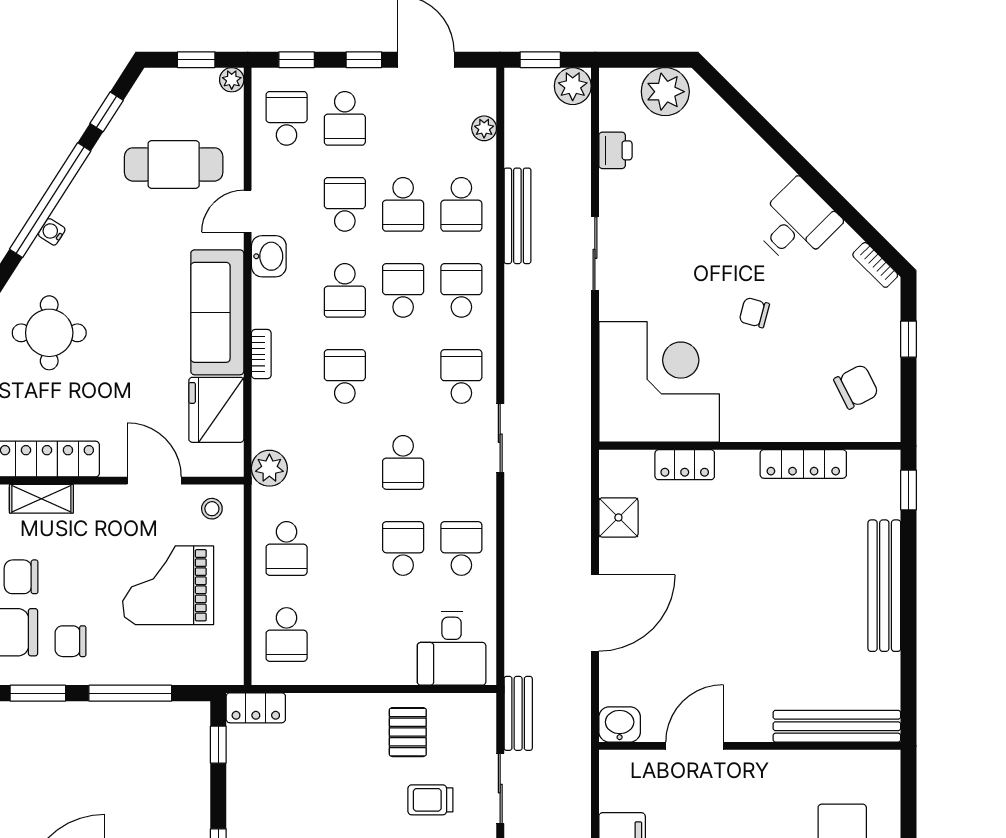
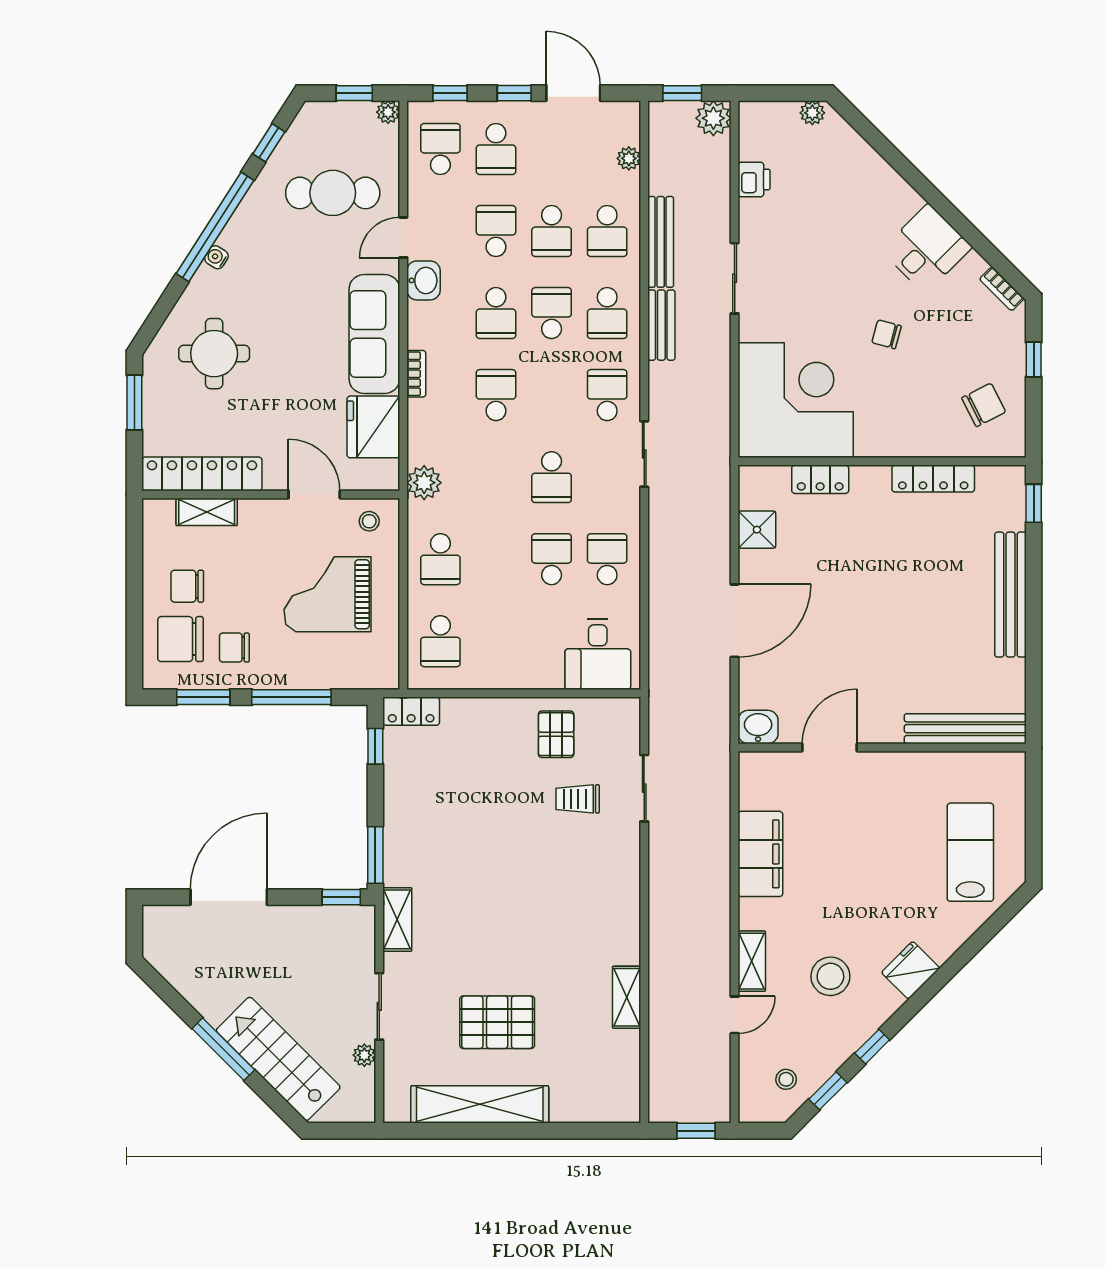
plant: (665, 92) -> (812, 113), width x0.53, depth x0.53
school desk: (461, 290) -> (607, 313), turned 180
bench: (518, 713) -> (661, 325), moved

